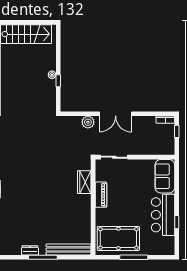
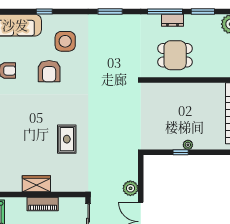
rug: (47, 175) -> (67, 139), added
wardrobe: (84, 182) -> (36, 184), moved

